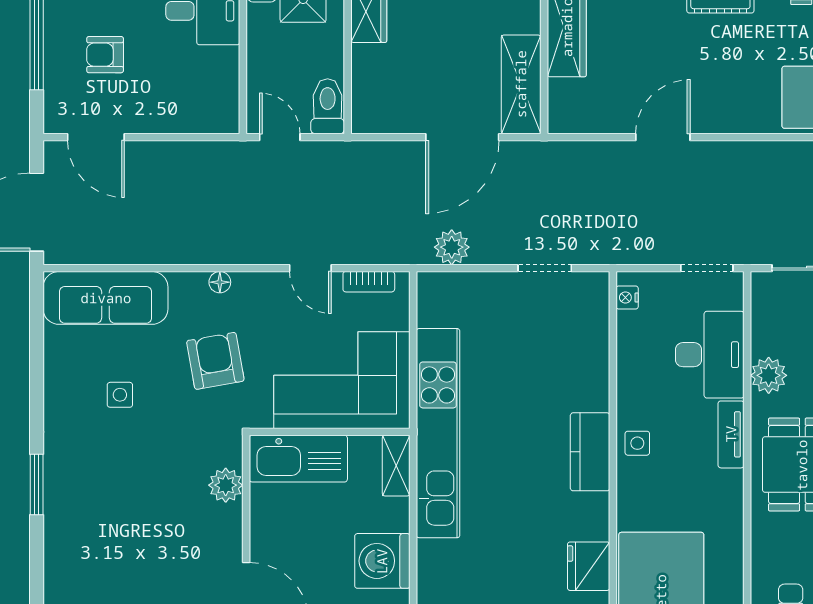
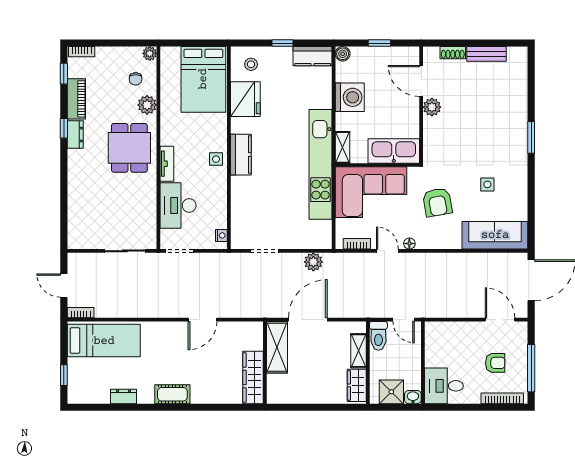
shelving: (366, 78) -> (359, 351), added
floor lamp: (220, 282) -> (409, 244), moved
plant: (769, 375) -> (147, 105), moved
plant: (226, 485) -> (432, 107), moved
fridge: (589, 566) -> (245, 99), width x1.36, depth x1.34

